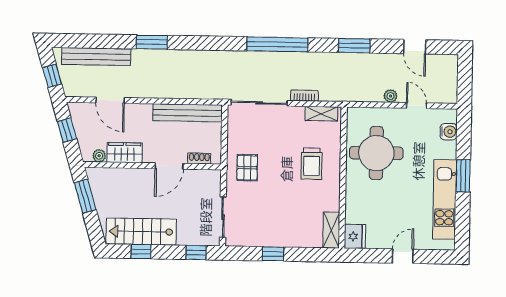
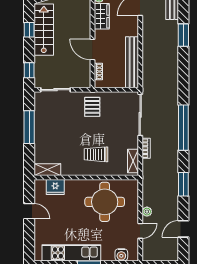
pallet: (247, 168) -> (92, 107), turned 90
fridge: (355, 236) -> (55, 187), moved
window: (273, 254) -> (29, 127), width x2.17
door: (403, 256) -> (29, 211), moved

